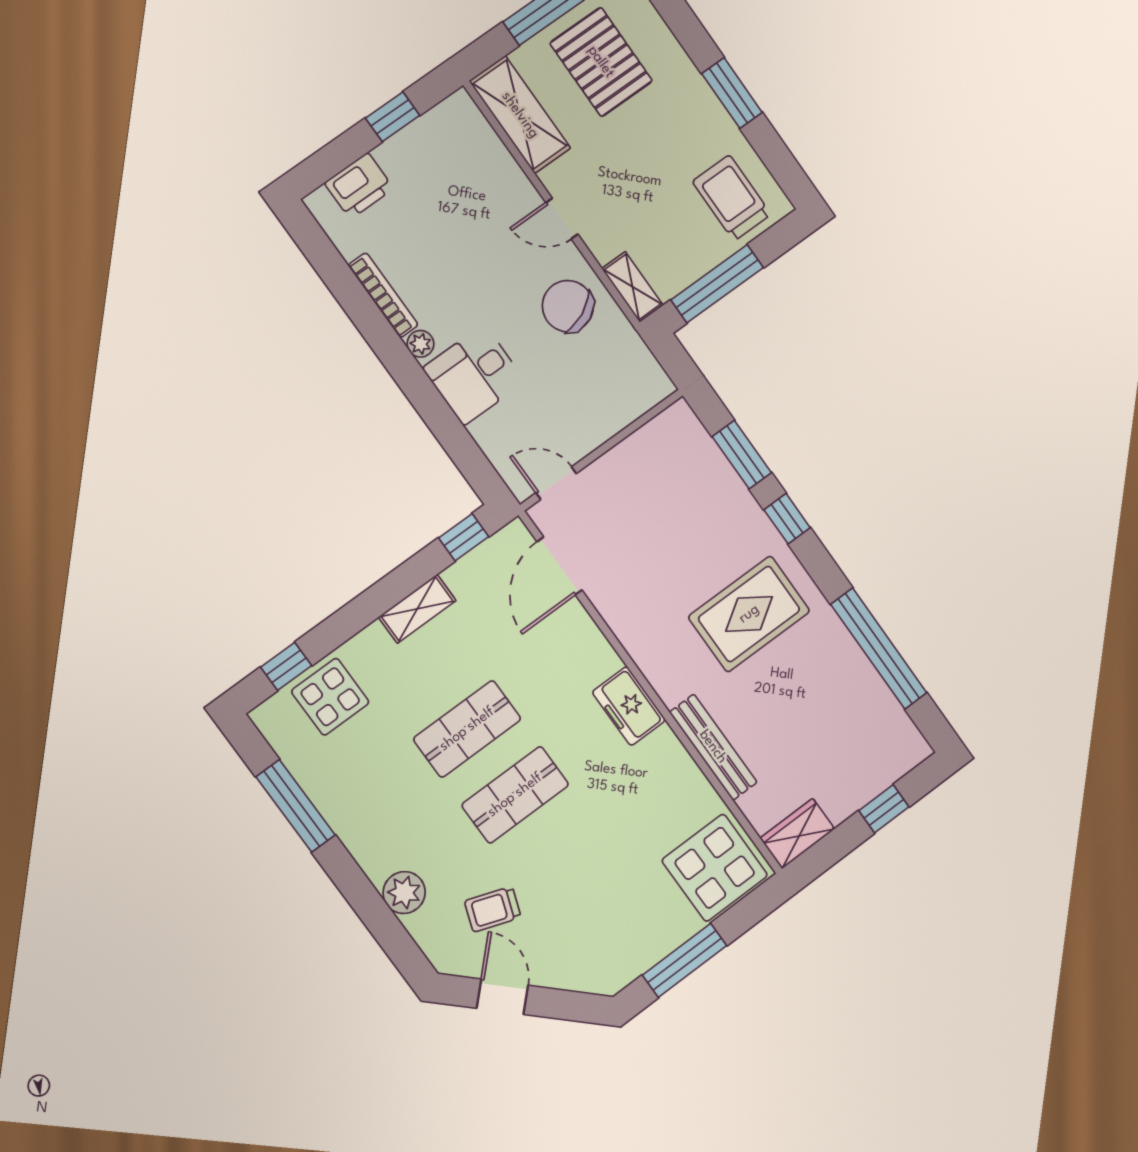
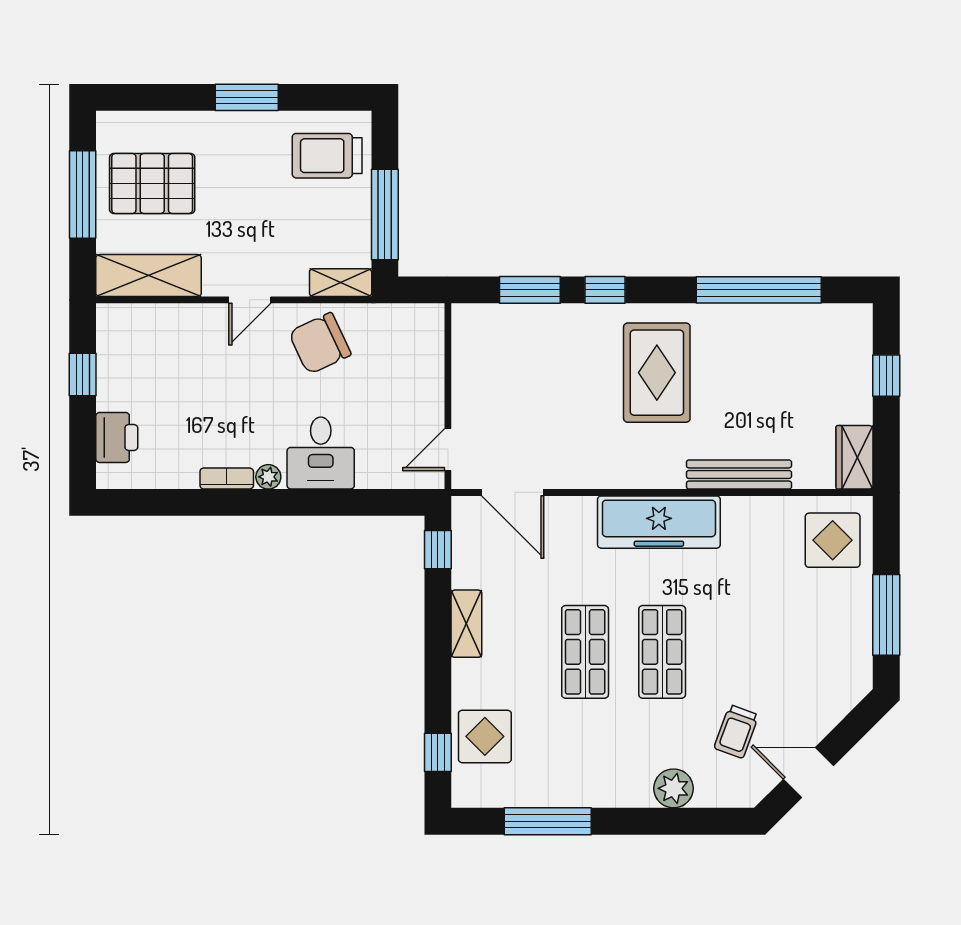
bookcase: (383, 295) -> (227, 479), width x0.64
freezer: (629, 706) -> (659, 522), width x1.91, depth x1.26
display table: (715, 868) -> (833, 540), width x0.73, depth x0.73

